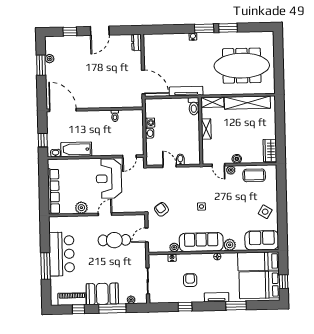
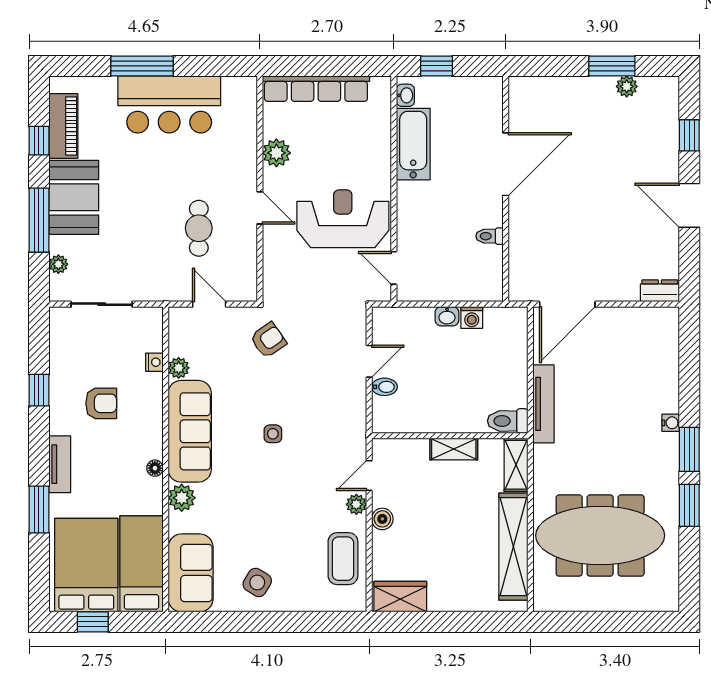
meeting table: (242, 66) -> (600, 536), turned 90
door: (63, 110) -> (506, 164), moved
cafe table: (114, 240) -> (199, 228), width x0.73, depth x0.74

